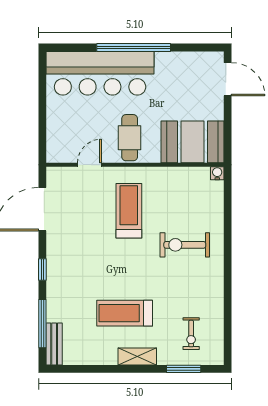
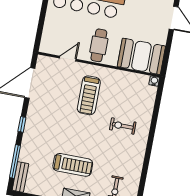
treadmill: (129, 211) -> (89, 95), turned 180
exercise bike: (185, 245) -> (123, 126), width x0.73, depth x0.72
treadmill: (125, 313) -> (73, 165), turned 180

